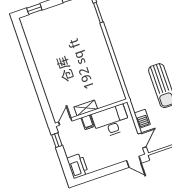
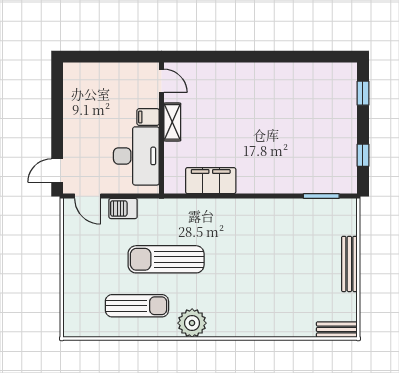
filing cabinet: (111, 76) -> (211, 181), added
window: (57, 140) -> (136, 57), removed
printer: (78, 166) -> (82, 76), removed

